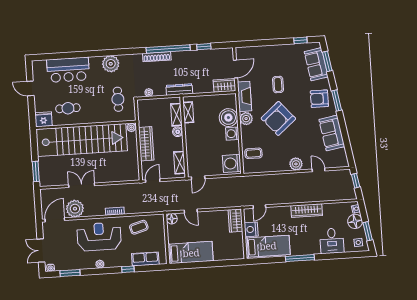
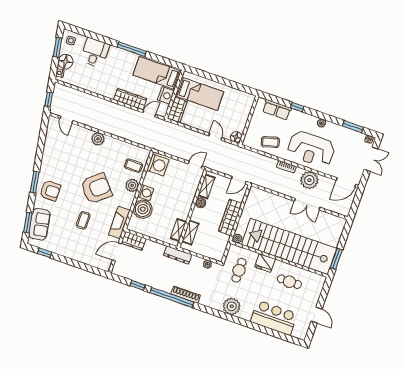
fridge: (43, 119) -> (265, 263), moved
plant: (246, 119) -> (132, 185), moved
boiler: (178, 132) -> (201, 203), moved
sofa: (332, 133) -> (52, 154), removed
door: (319, 170) -> (66, 120), moved
window: (36, 171) -> (336, 259), moved
plant: (75, 209) -> (309, 180), moved
wardrobe: (307, 211) -> (130, 99), moved
bed: (191, 253) -> (199, 94), moved, turned 180

